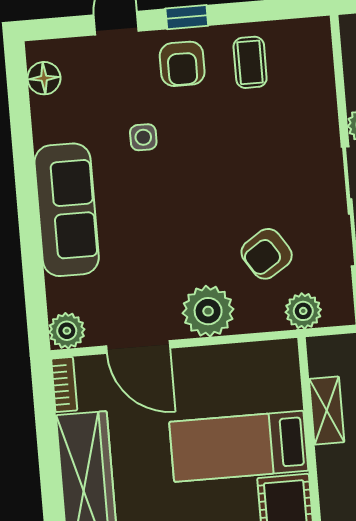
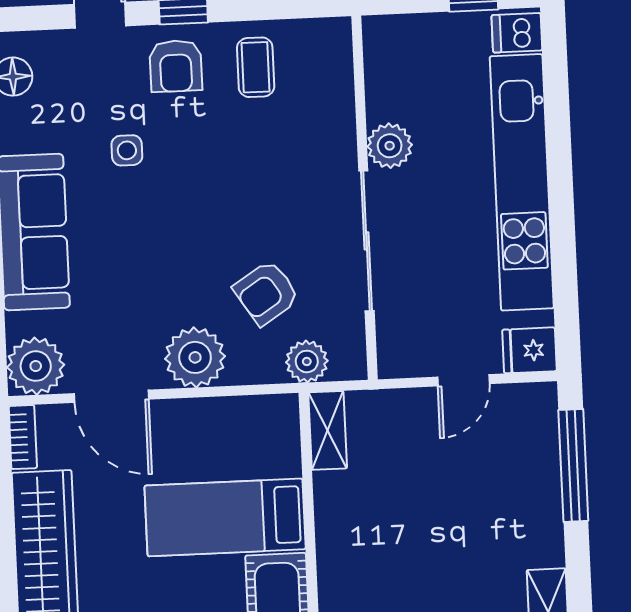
plant: (67, 331) -> (36, 366), width x1.36, depth x1.36
shelving: (327, 411) -> (328, 430), moved

